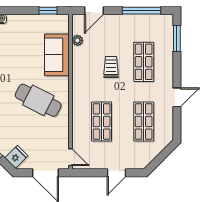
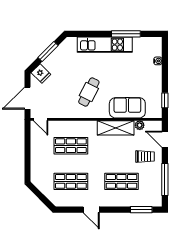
trolley: (111, 67) -> (145, 156), moved
shelving: (81, 69) -> (116, 128), added
cafe table: (38, 100) -> (89, 92), width x0.73, depth x0.74
door: (70, 157) -> (41, 119), hinge flipped
door: (116, 173) -> (28, 158), removed

